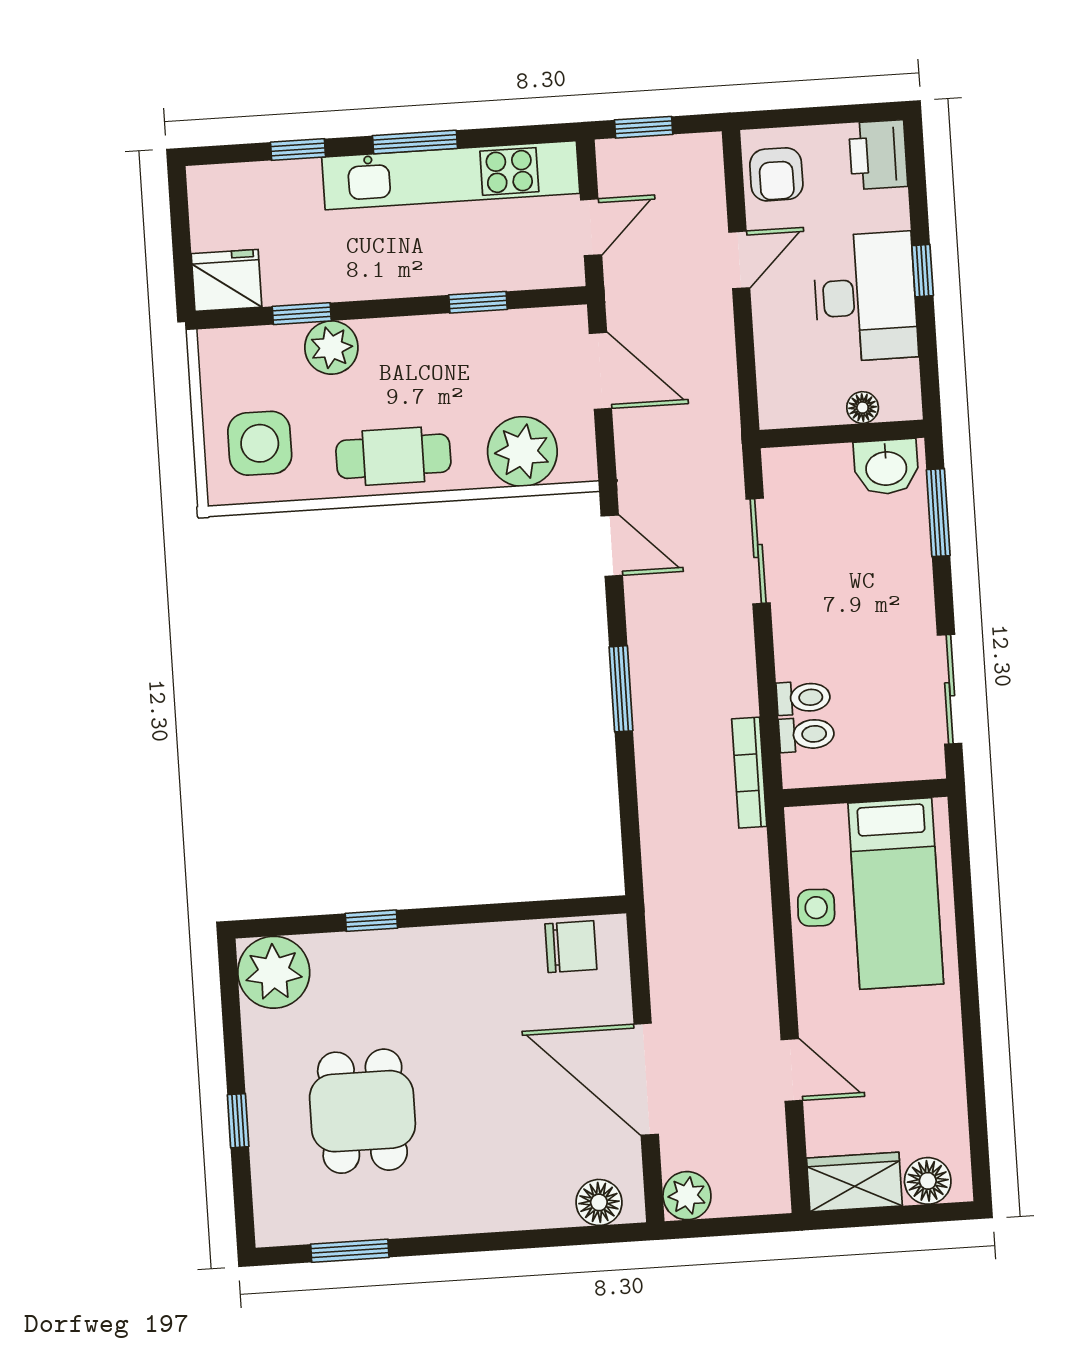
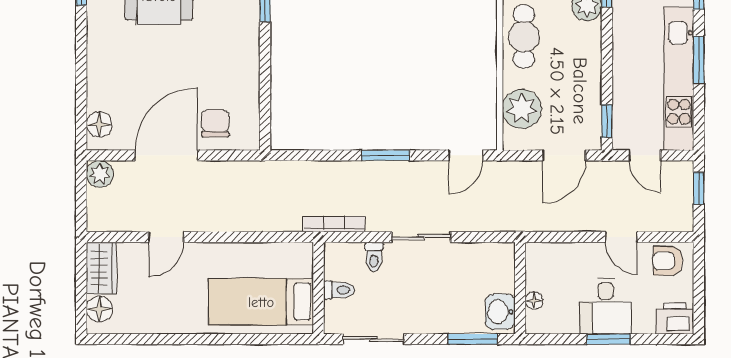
window: (923, 271) -> (609, 339), width x1.50
desk: (865, 297) -> (606, 306), width x0.73
window: (478, 302) -> (607, 121), moved
sliding door: (758, 551) -> (421, 237), moved
toilet: (807, 734) -> (339, 290), moved, turned -90
side table: (816, 908) -> (256, 257), removed
chair: (571, 947) -> (215, 123), moved, turned 180

